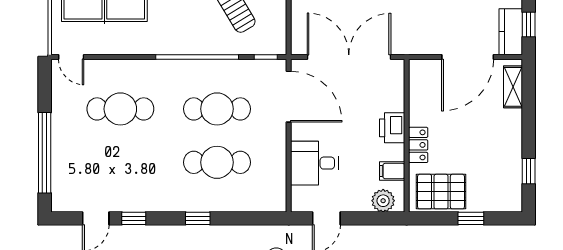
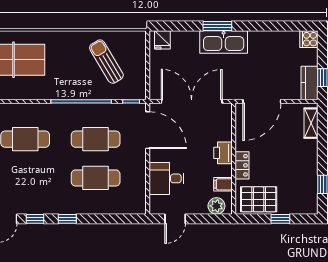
door: (468, 57) -> (262, 101), moved
window: (198, 218) -> (67, 219), moved

